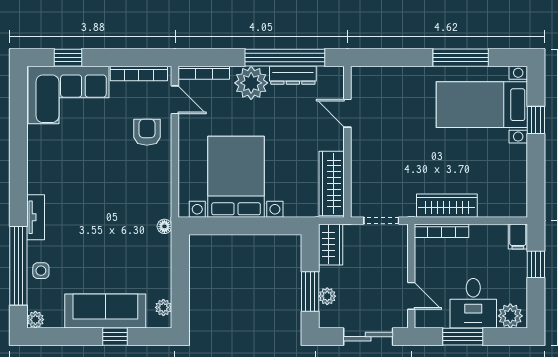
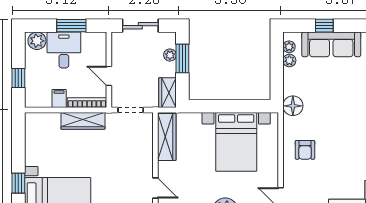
armchair: (147, 132) -> (305, 150), moved
floor lamp: (164, 226) -> (293, 106), width x1.89, depth x1.89
filing cabinet: (518, 236) -> (59, 98), moved
plant: (163, 289) -> (289, 60), added
door: (411, 296) -> (109, 76), moved

